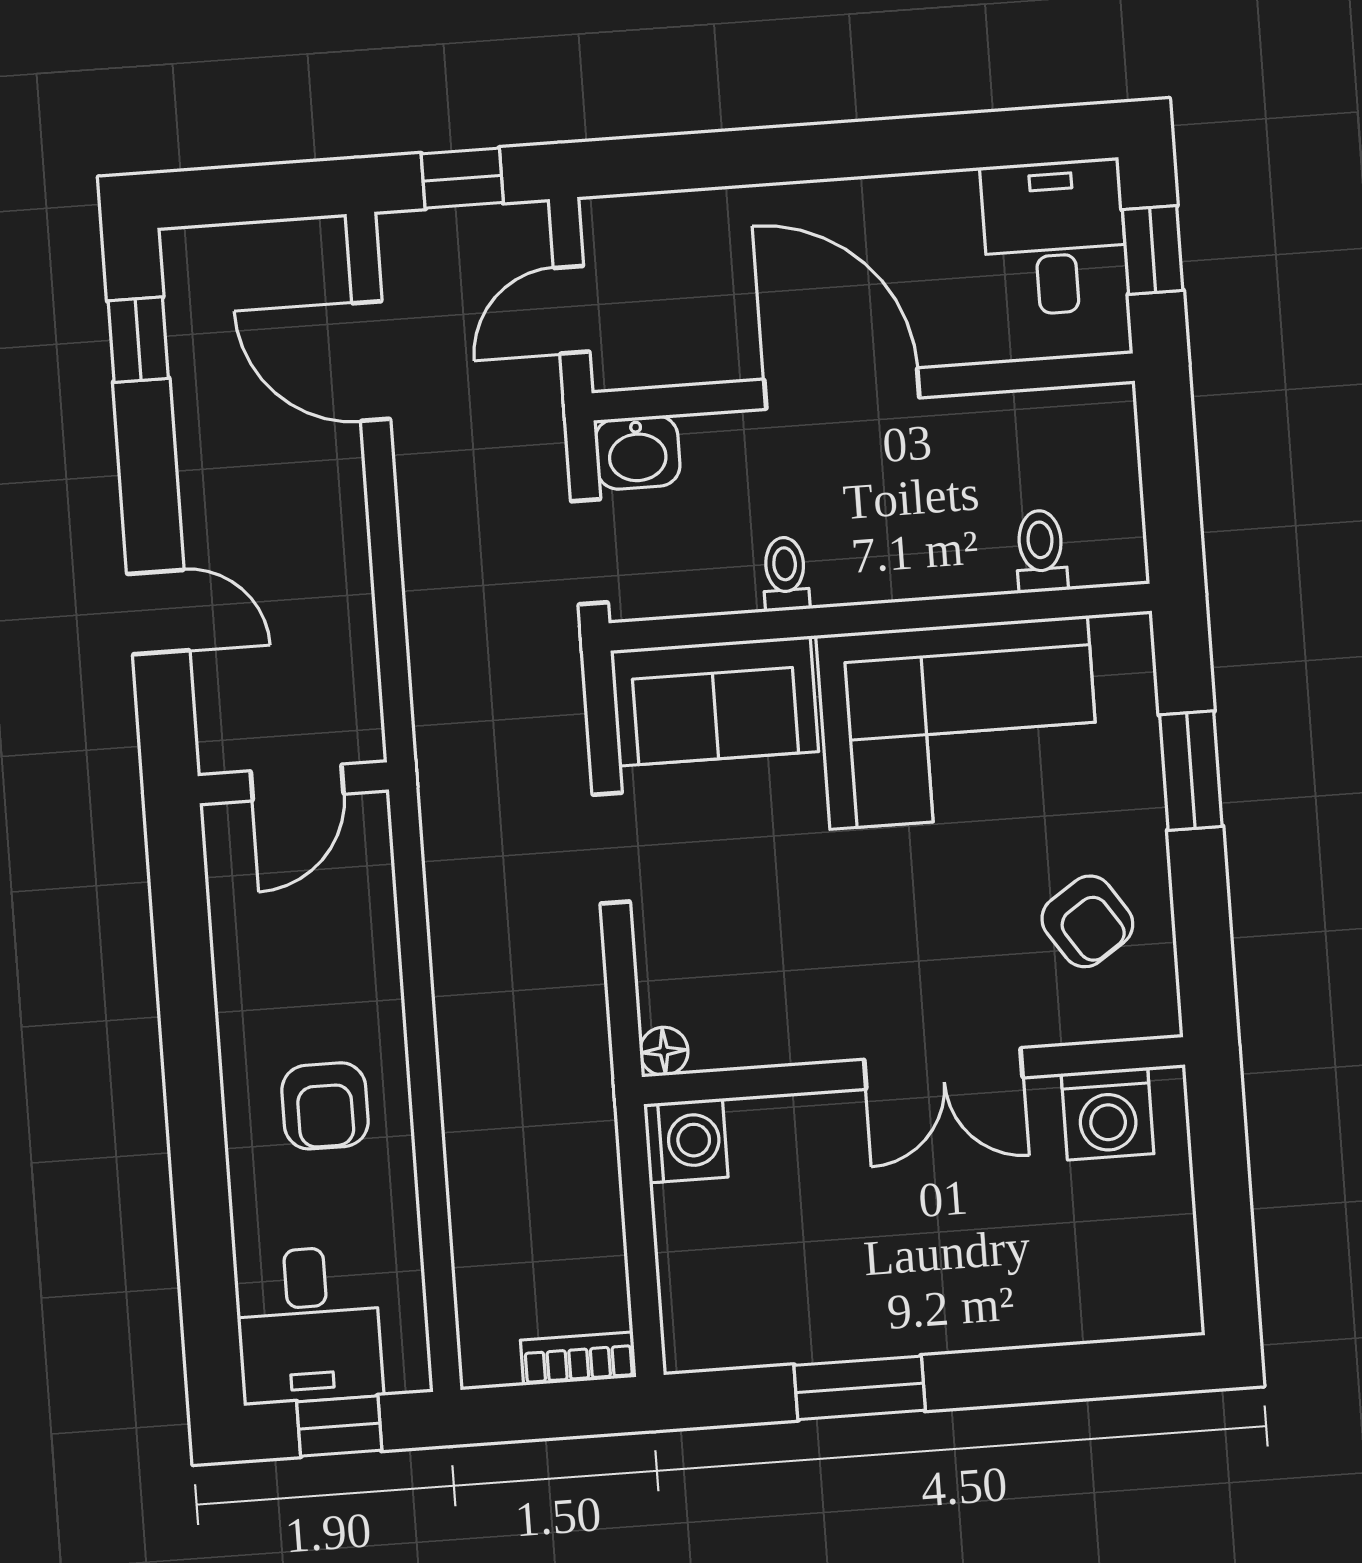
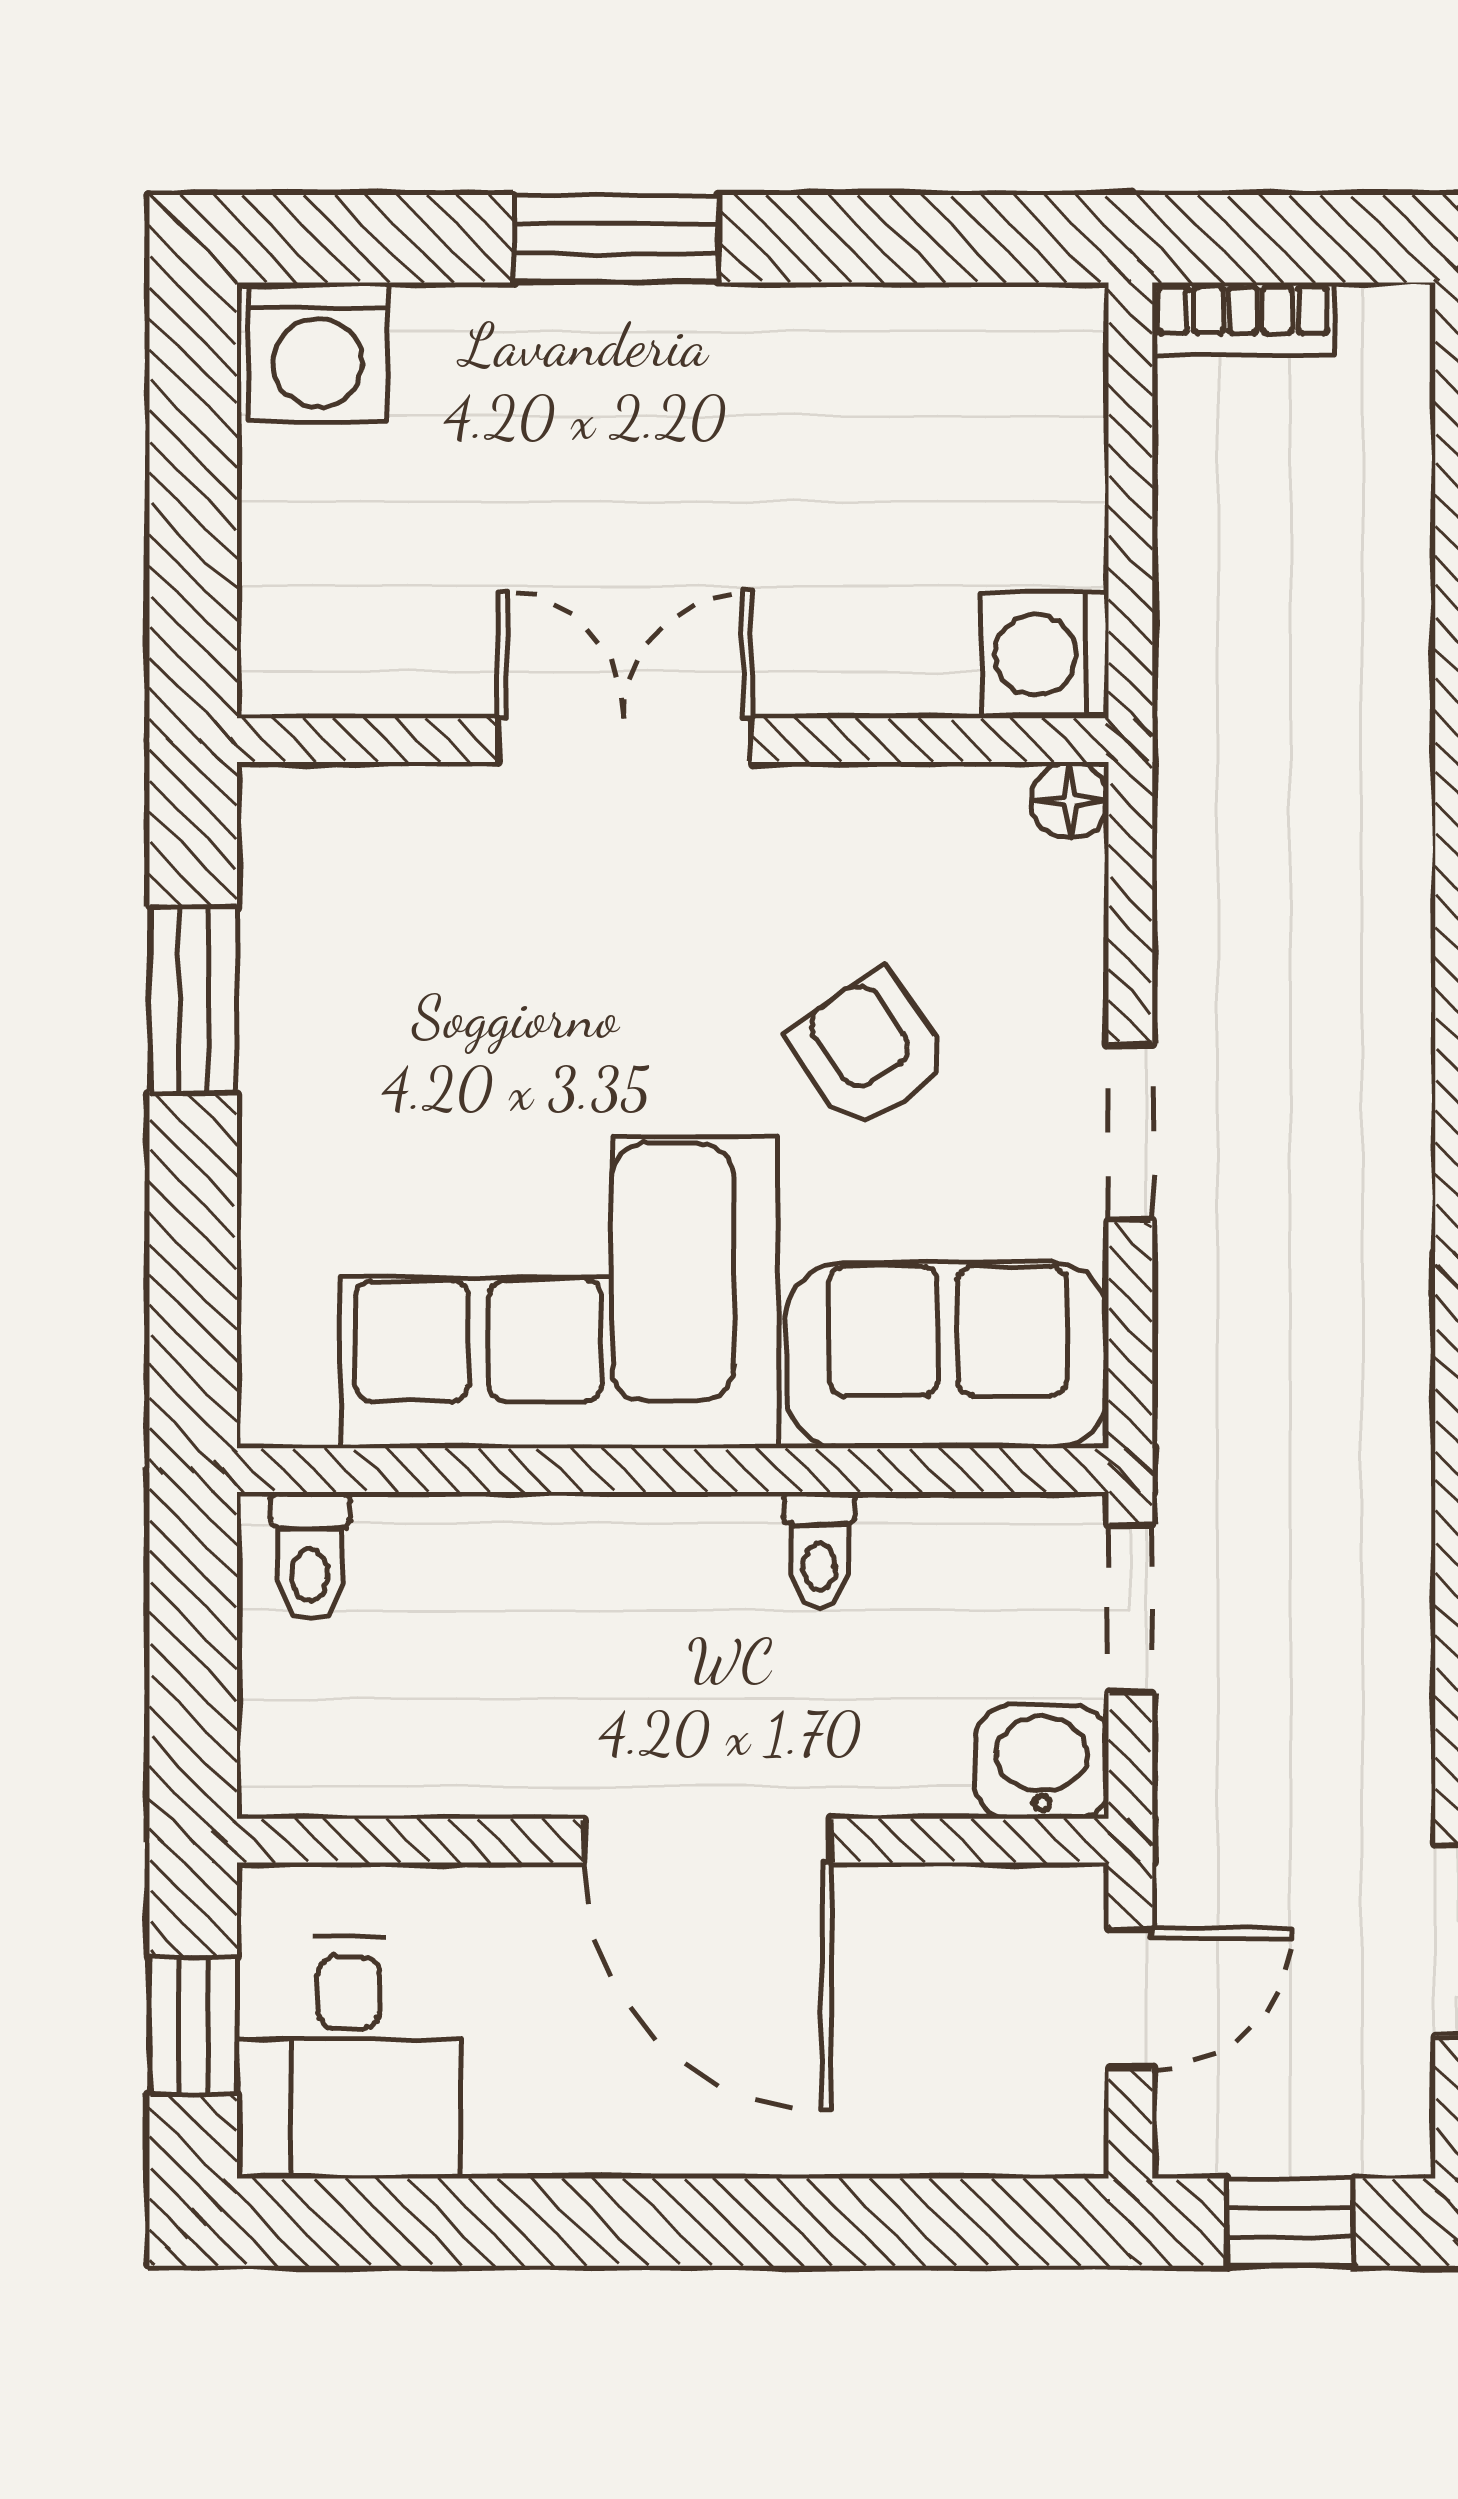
toilet: (1041, 551) -> (310, 1557), moved
window: (1191, 771) -> (193, 1000), moved
armchair: (1087, 921) -> (869, 1050), moved
washing machine: (1107, 1114) -> (318, 352), moved, turned 180
window: (860, 1388) -> (616, 239), moved

